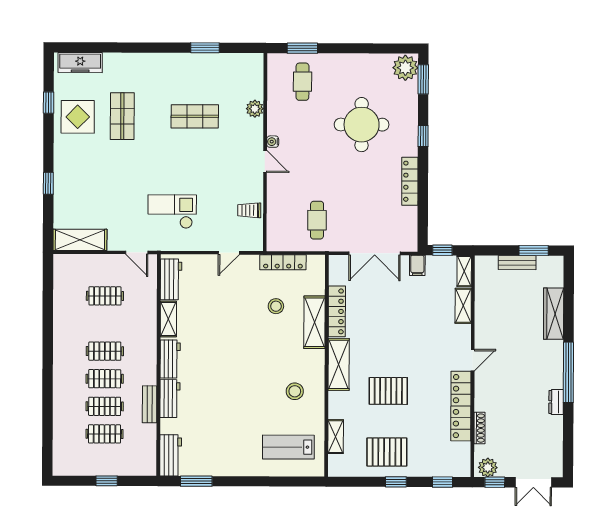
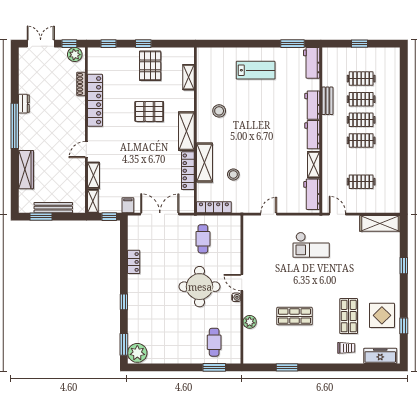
round table: (362, 125) -> (200, 287), moved
locker: (410, 181) -> (134, 262), width x0.66
trolley: (249, 210) -> (346, 348), moved
locker: (283, 262) -> (214, 207), moved
bench: (517, 263) -> (53, 208), width x1.36
door: (473, 360) -> (86, 150), moved
lab bench: (288, 447) -> (256, 70), moved
pallet: (387, 452) -> (150, 66), turned 90

